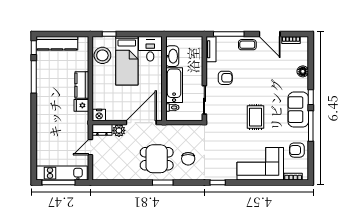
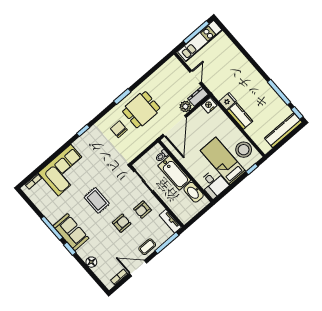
armchair: (297, 150) -> (122, 223), moved

